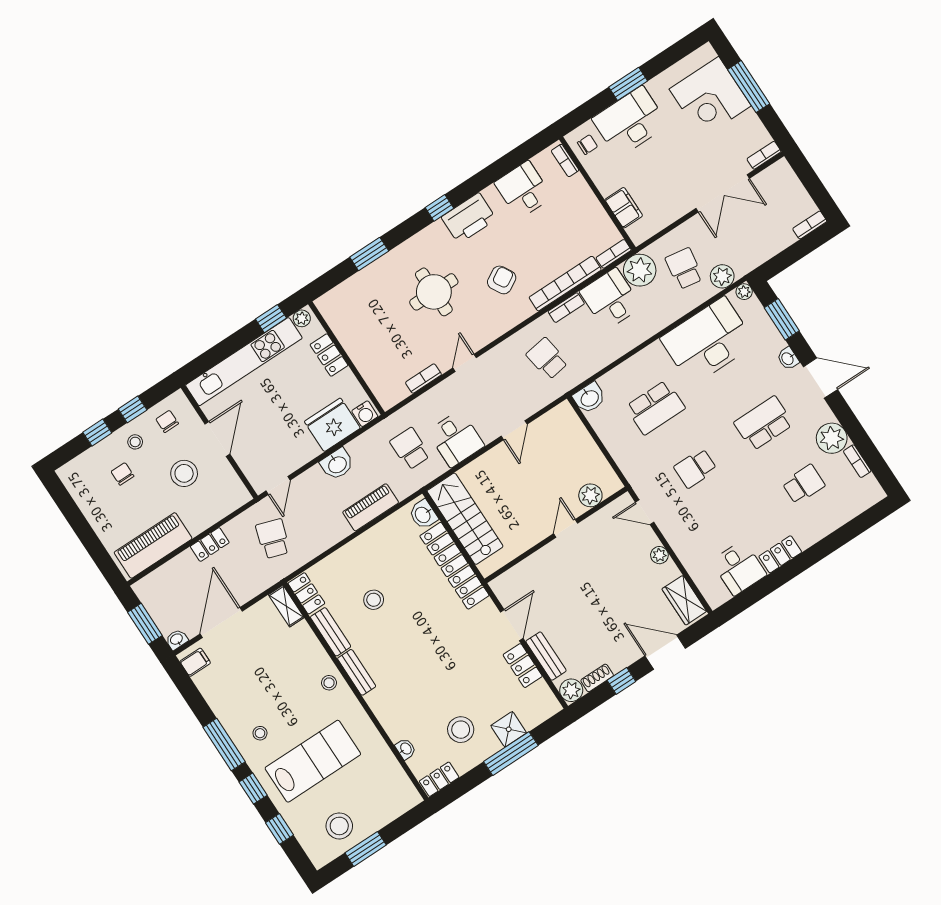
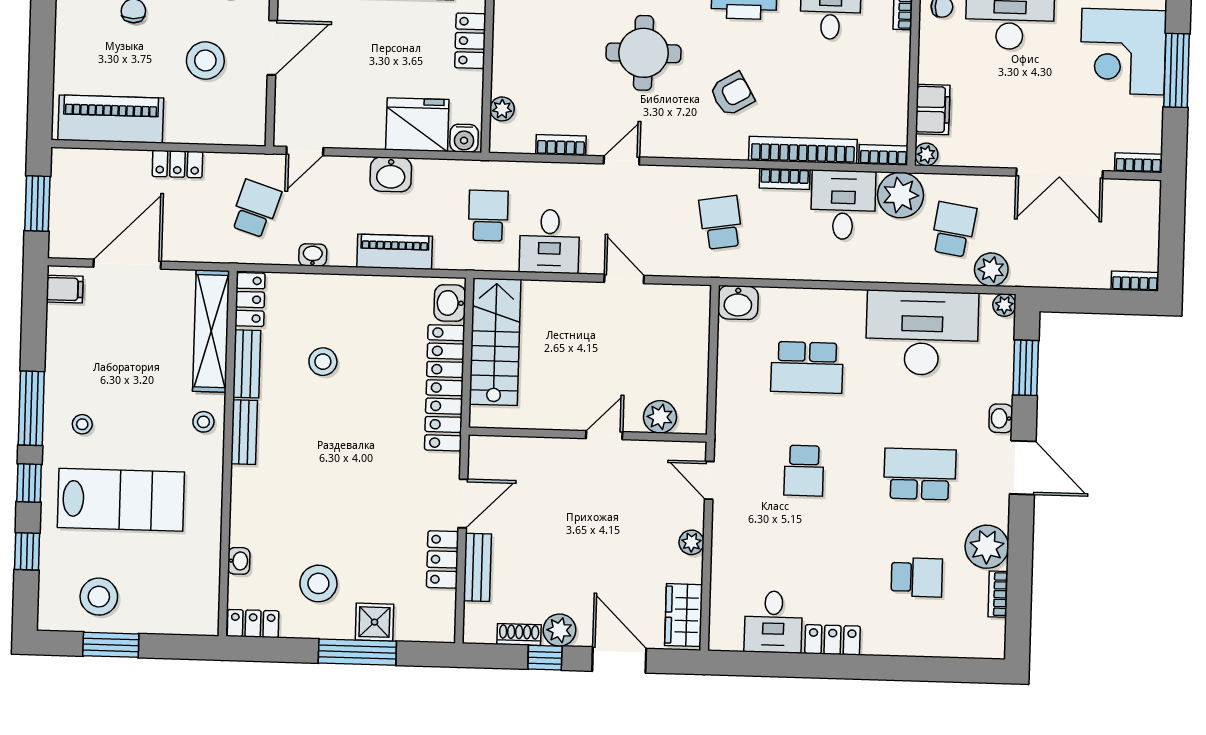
plant: (638, 236) -> (926, 154), added
plant: (375, 381) -> (502, 109), added
door: (514, 430) -> (624, 279), swing flipped
school desk: (695, 468) -> (804, 471), turned -90
shelving: (286, 606) -> (211, 331), width x2.20, depth x1.33
washbasin: (177, 639) -> (313, 255), moved
plant: (571, 690) -> (560, 630), moved

